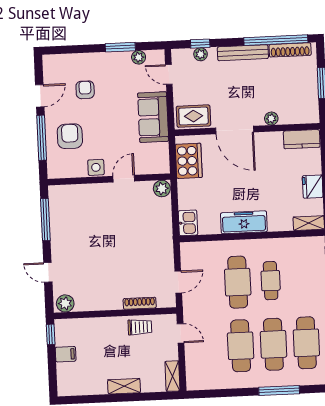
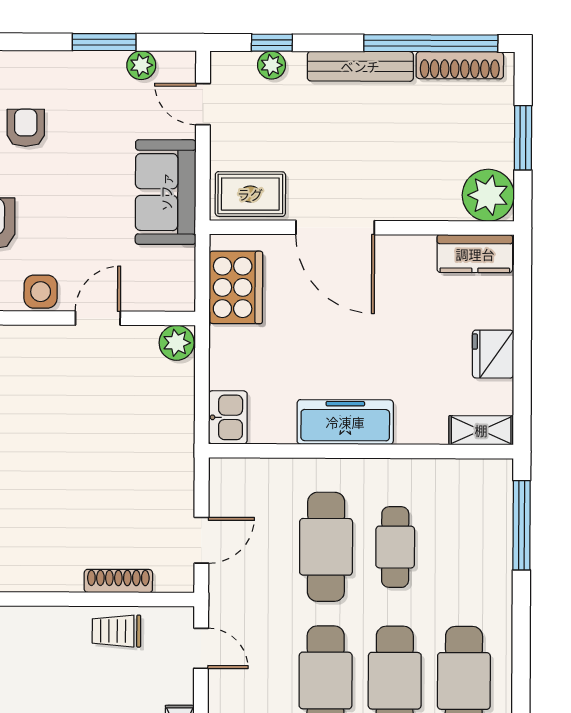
plant: (271, 119) -> (488, 195), moved, width x1.87, depth x1.87
trolley: (140, 327) -> (116, 631), turned 180

